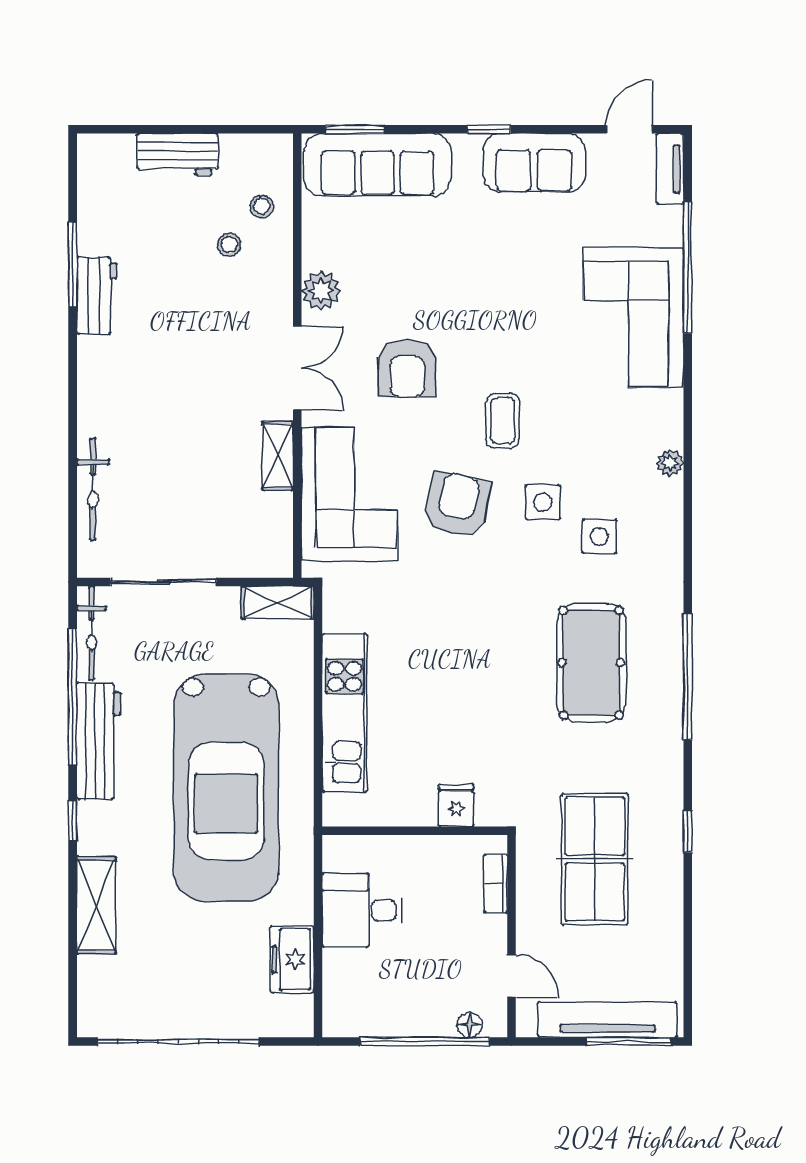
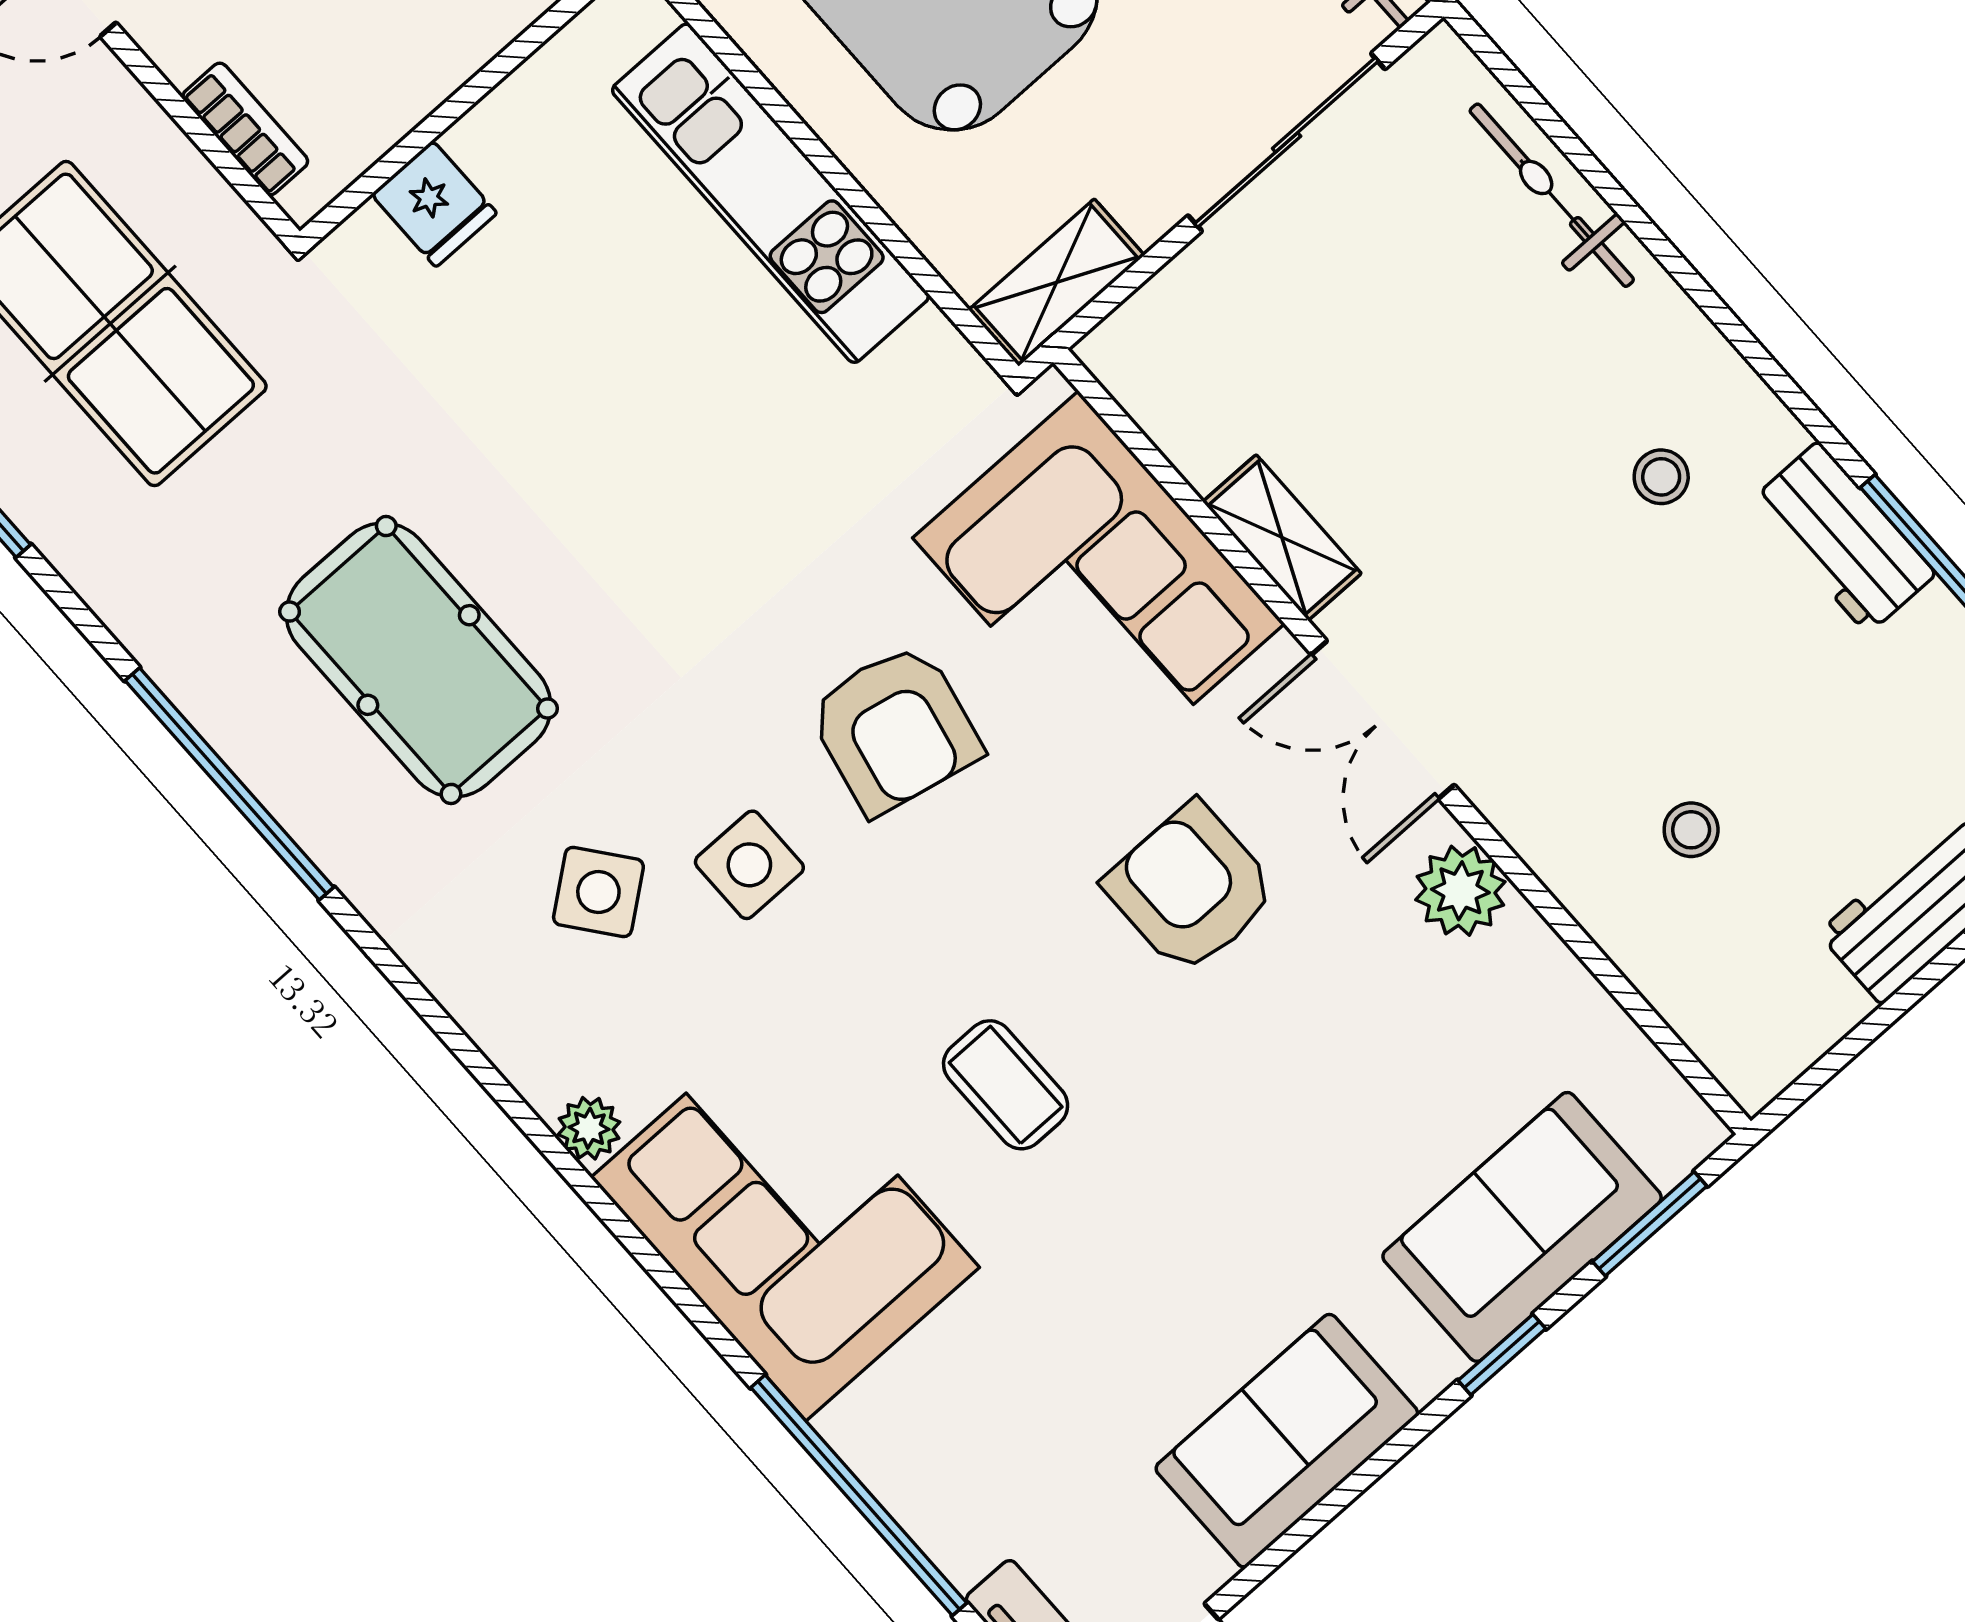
window: (489, 129) -> (1502, 1355), moved
sofa: (378, 165) -> (1522, 1227), width x0.73
stool: (262, 206) -> (1661, 477), moved
corner sofa: (634, 317) -> (785, 1222), moved
coffee table: (503, 421) -> (1006, 1085), moved
side table: (599, 536) -> (598, 892), turned -38

